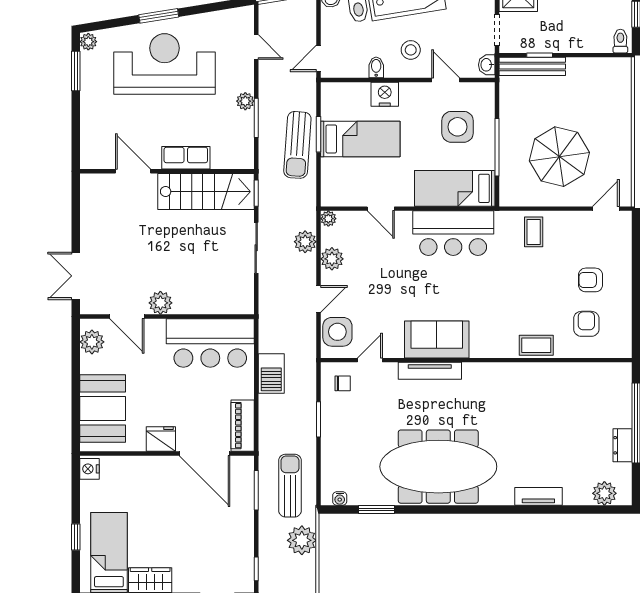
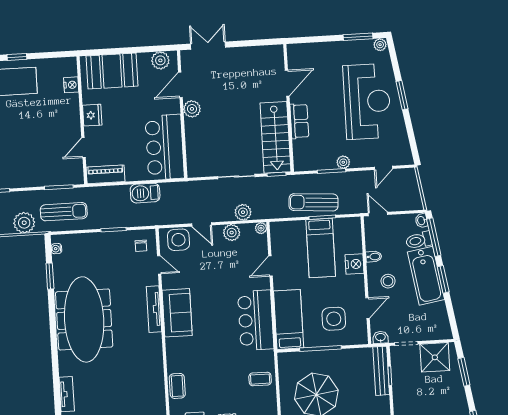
door: (205, 454) -> (84, 148), width x0.53
nightstand: (89, 469) -> (71, 85), moved, turned 90

